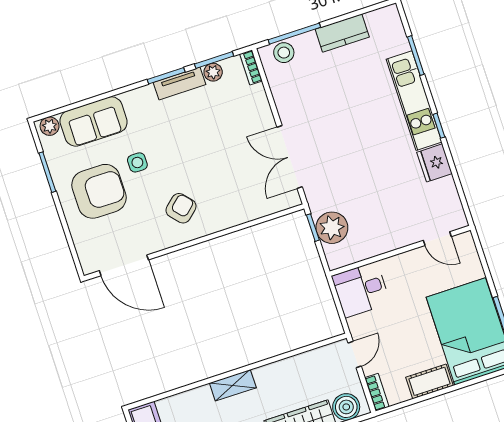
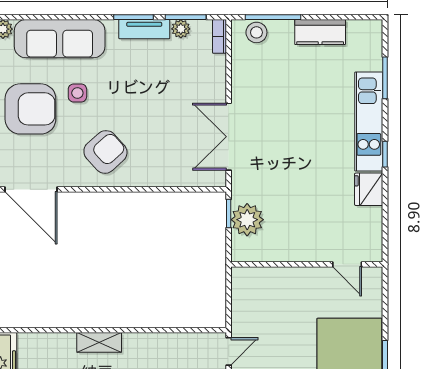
sofa: (94, 121) -> (60, 39), width x1.36
armchair: (181, 208) -> (105, 152), width x1.38, depth x1.38
desk: (361, 290) -> (256, 290), removed

